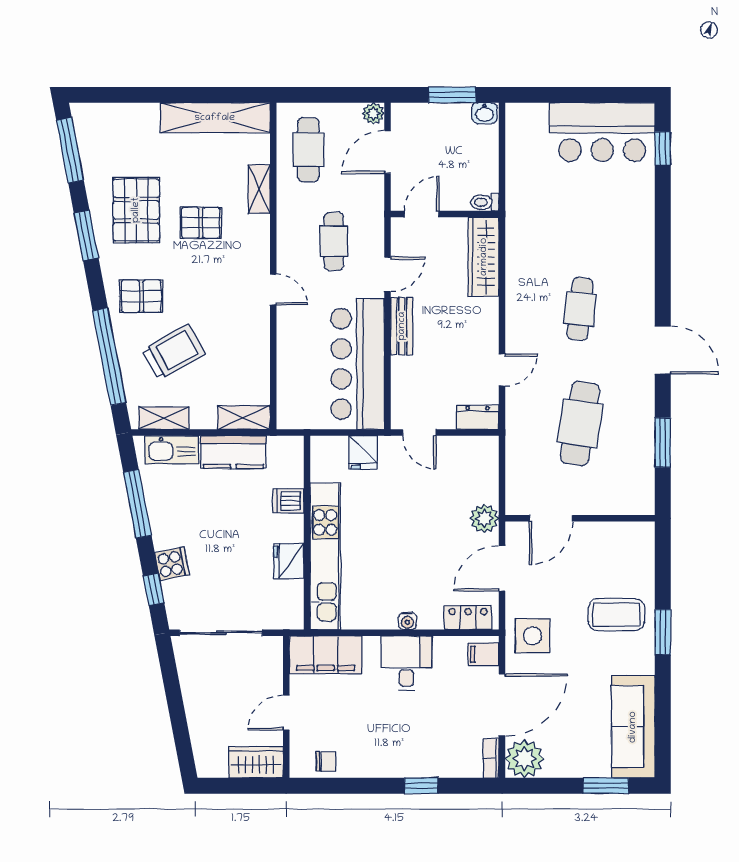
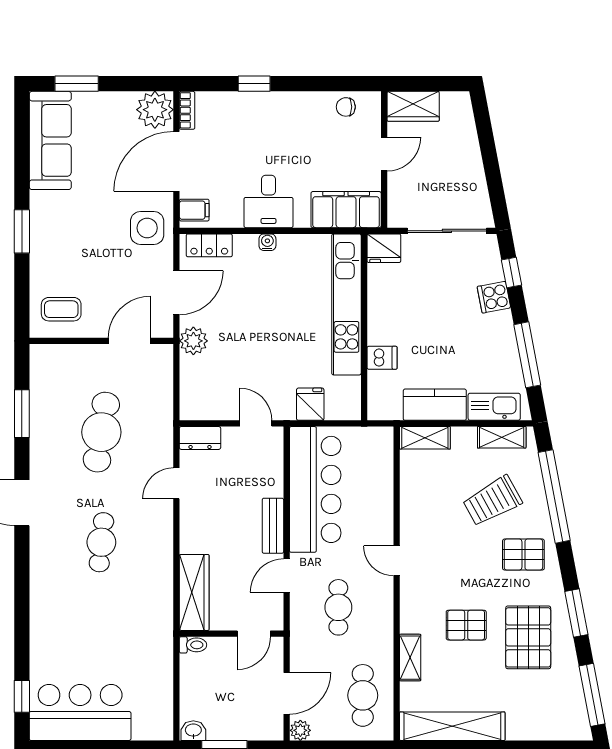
fridge: (289, 561) -> (384, 248), moved, turned 90
coffee table: (616, 615) -> (61, 309), moved, width x0.73, depth x0.77

